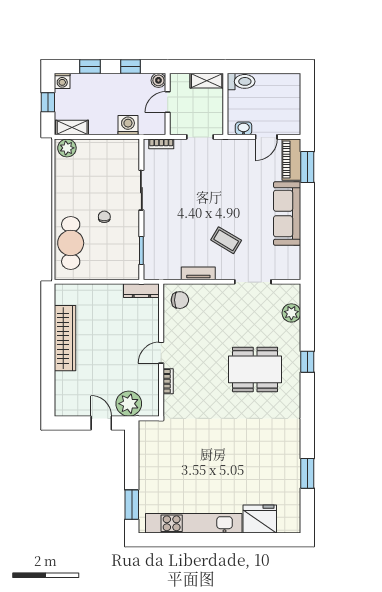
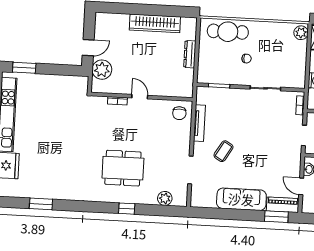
tv unit: (198, 273) -> (199, 123), width x1.41
dresser: (141, 291) -> (190, 54), moved
dining table: (255, 369) -> (123, 168), turned 90

